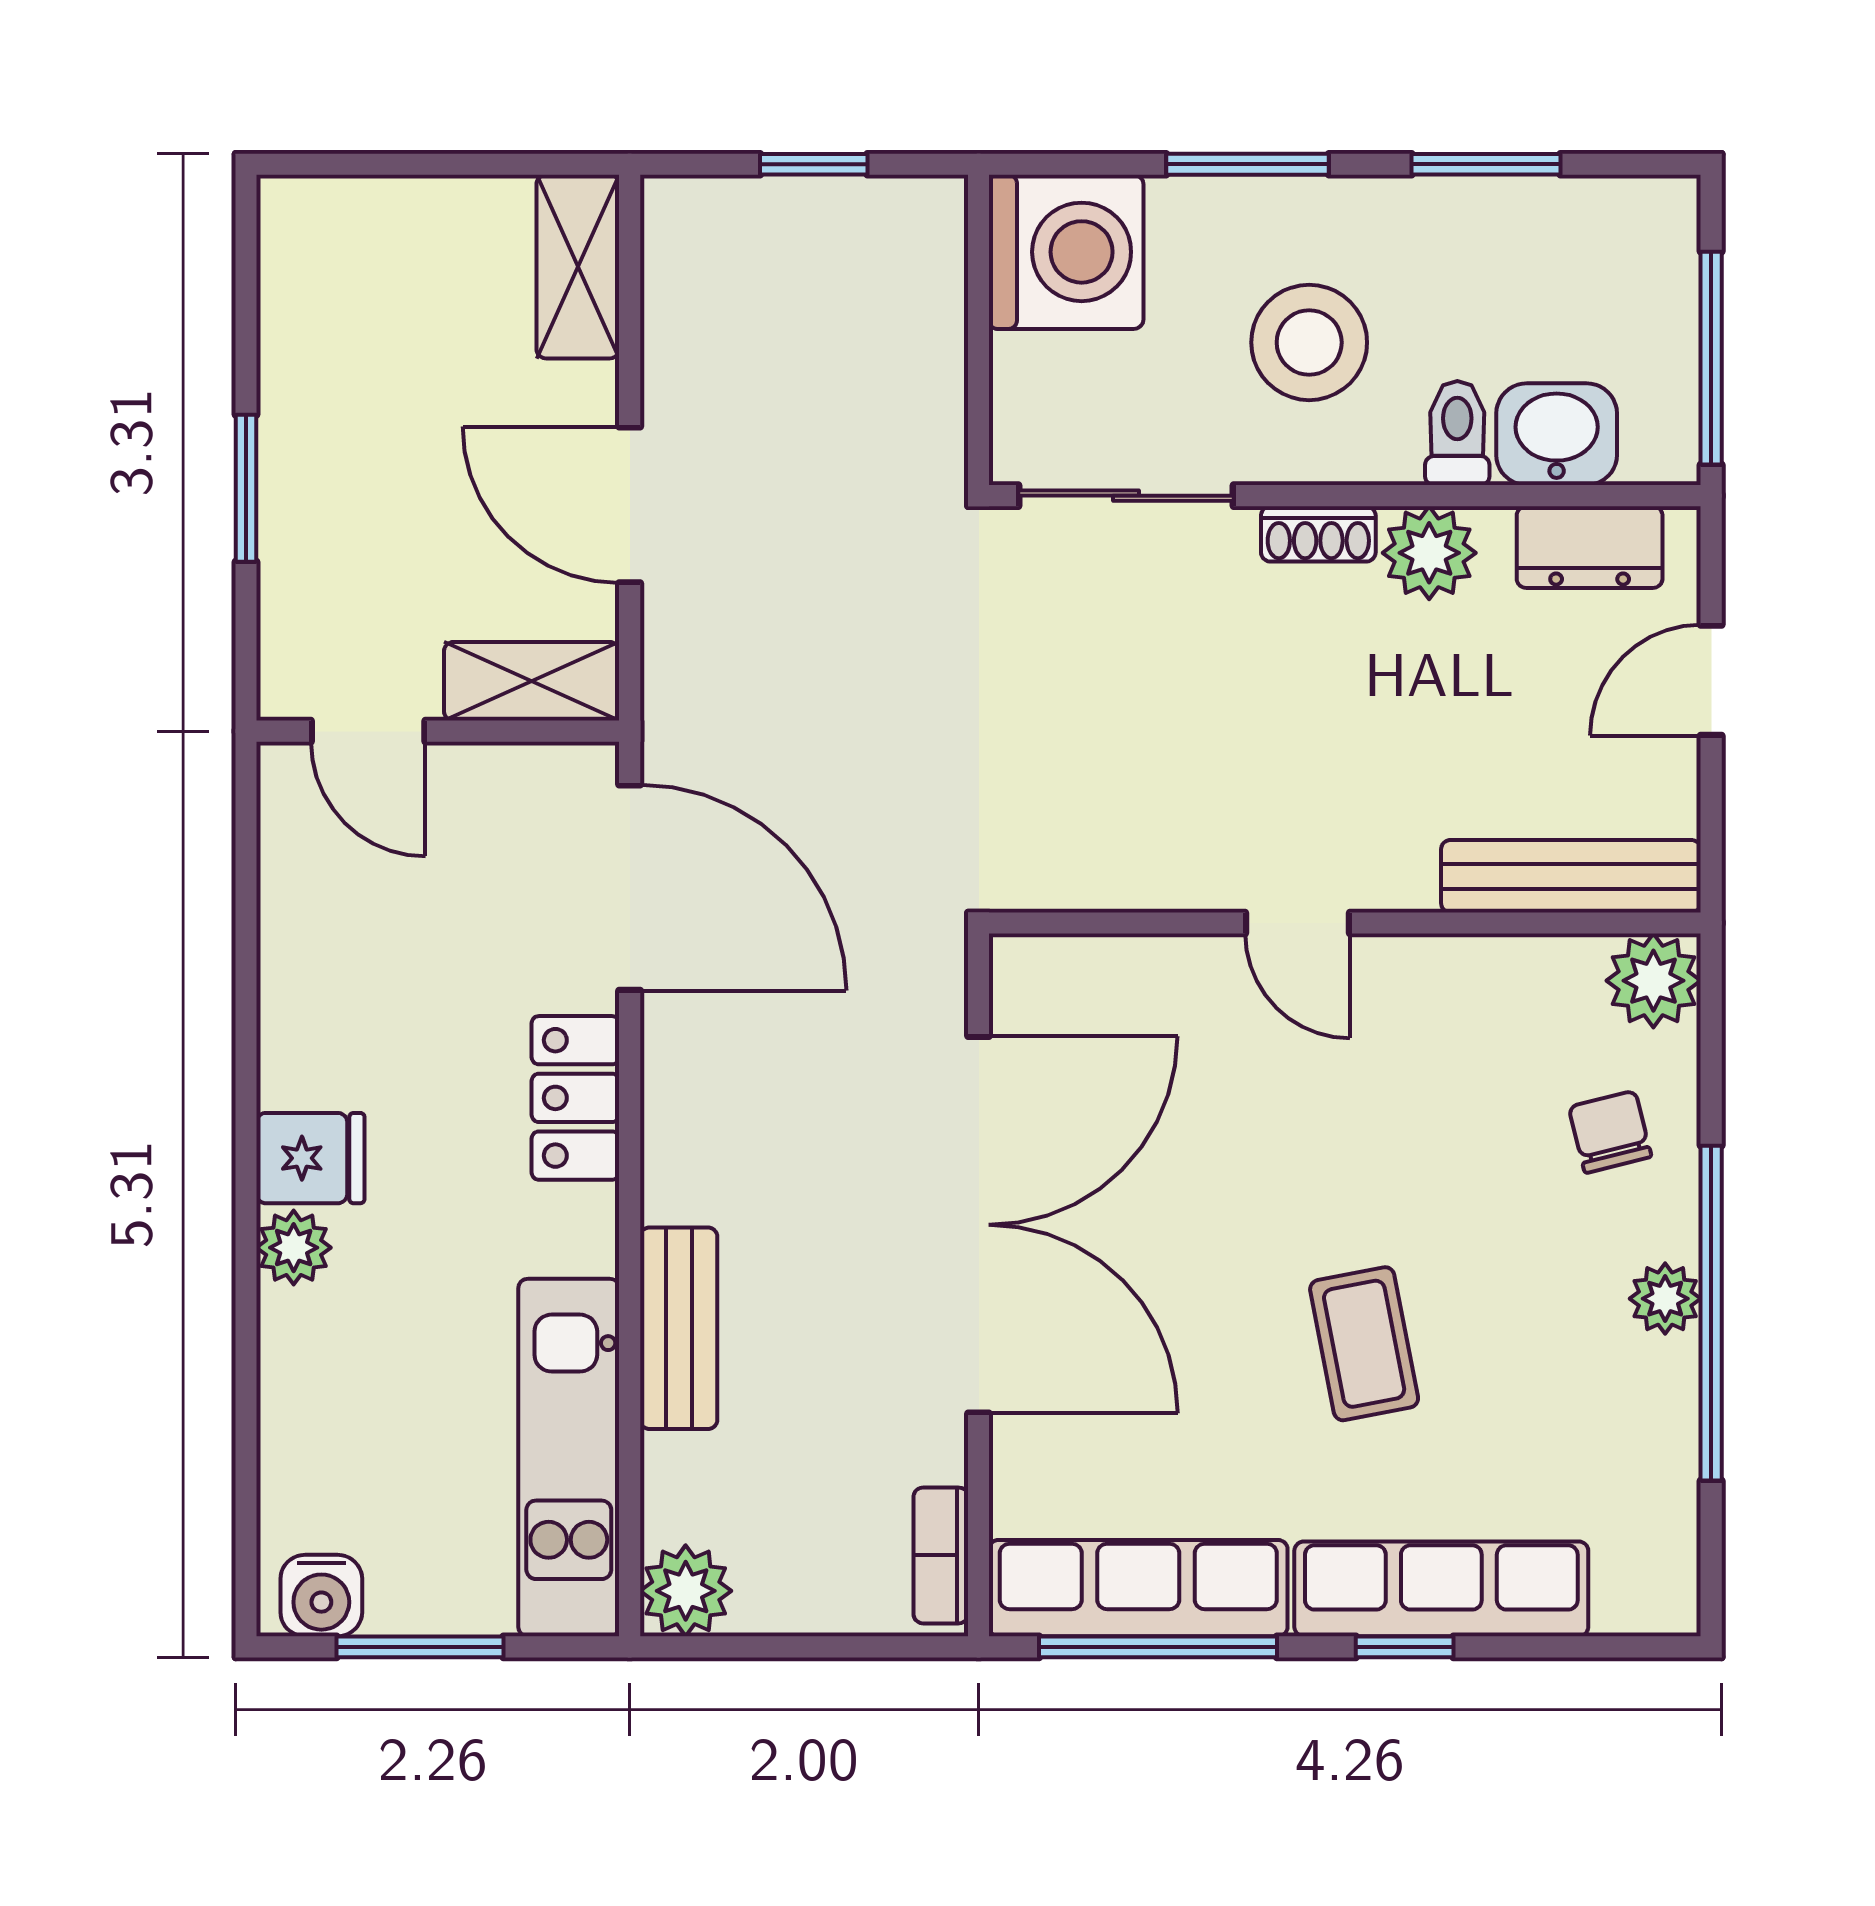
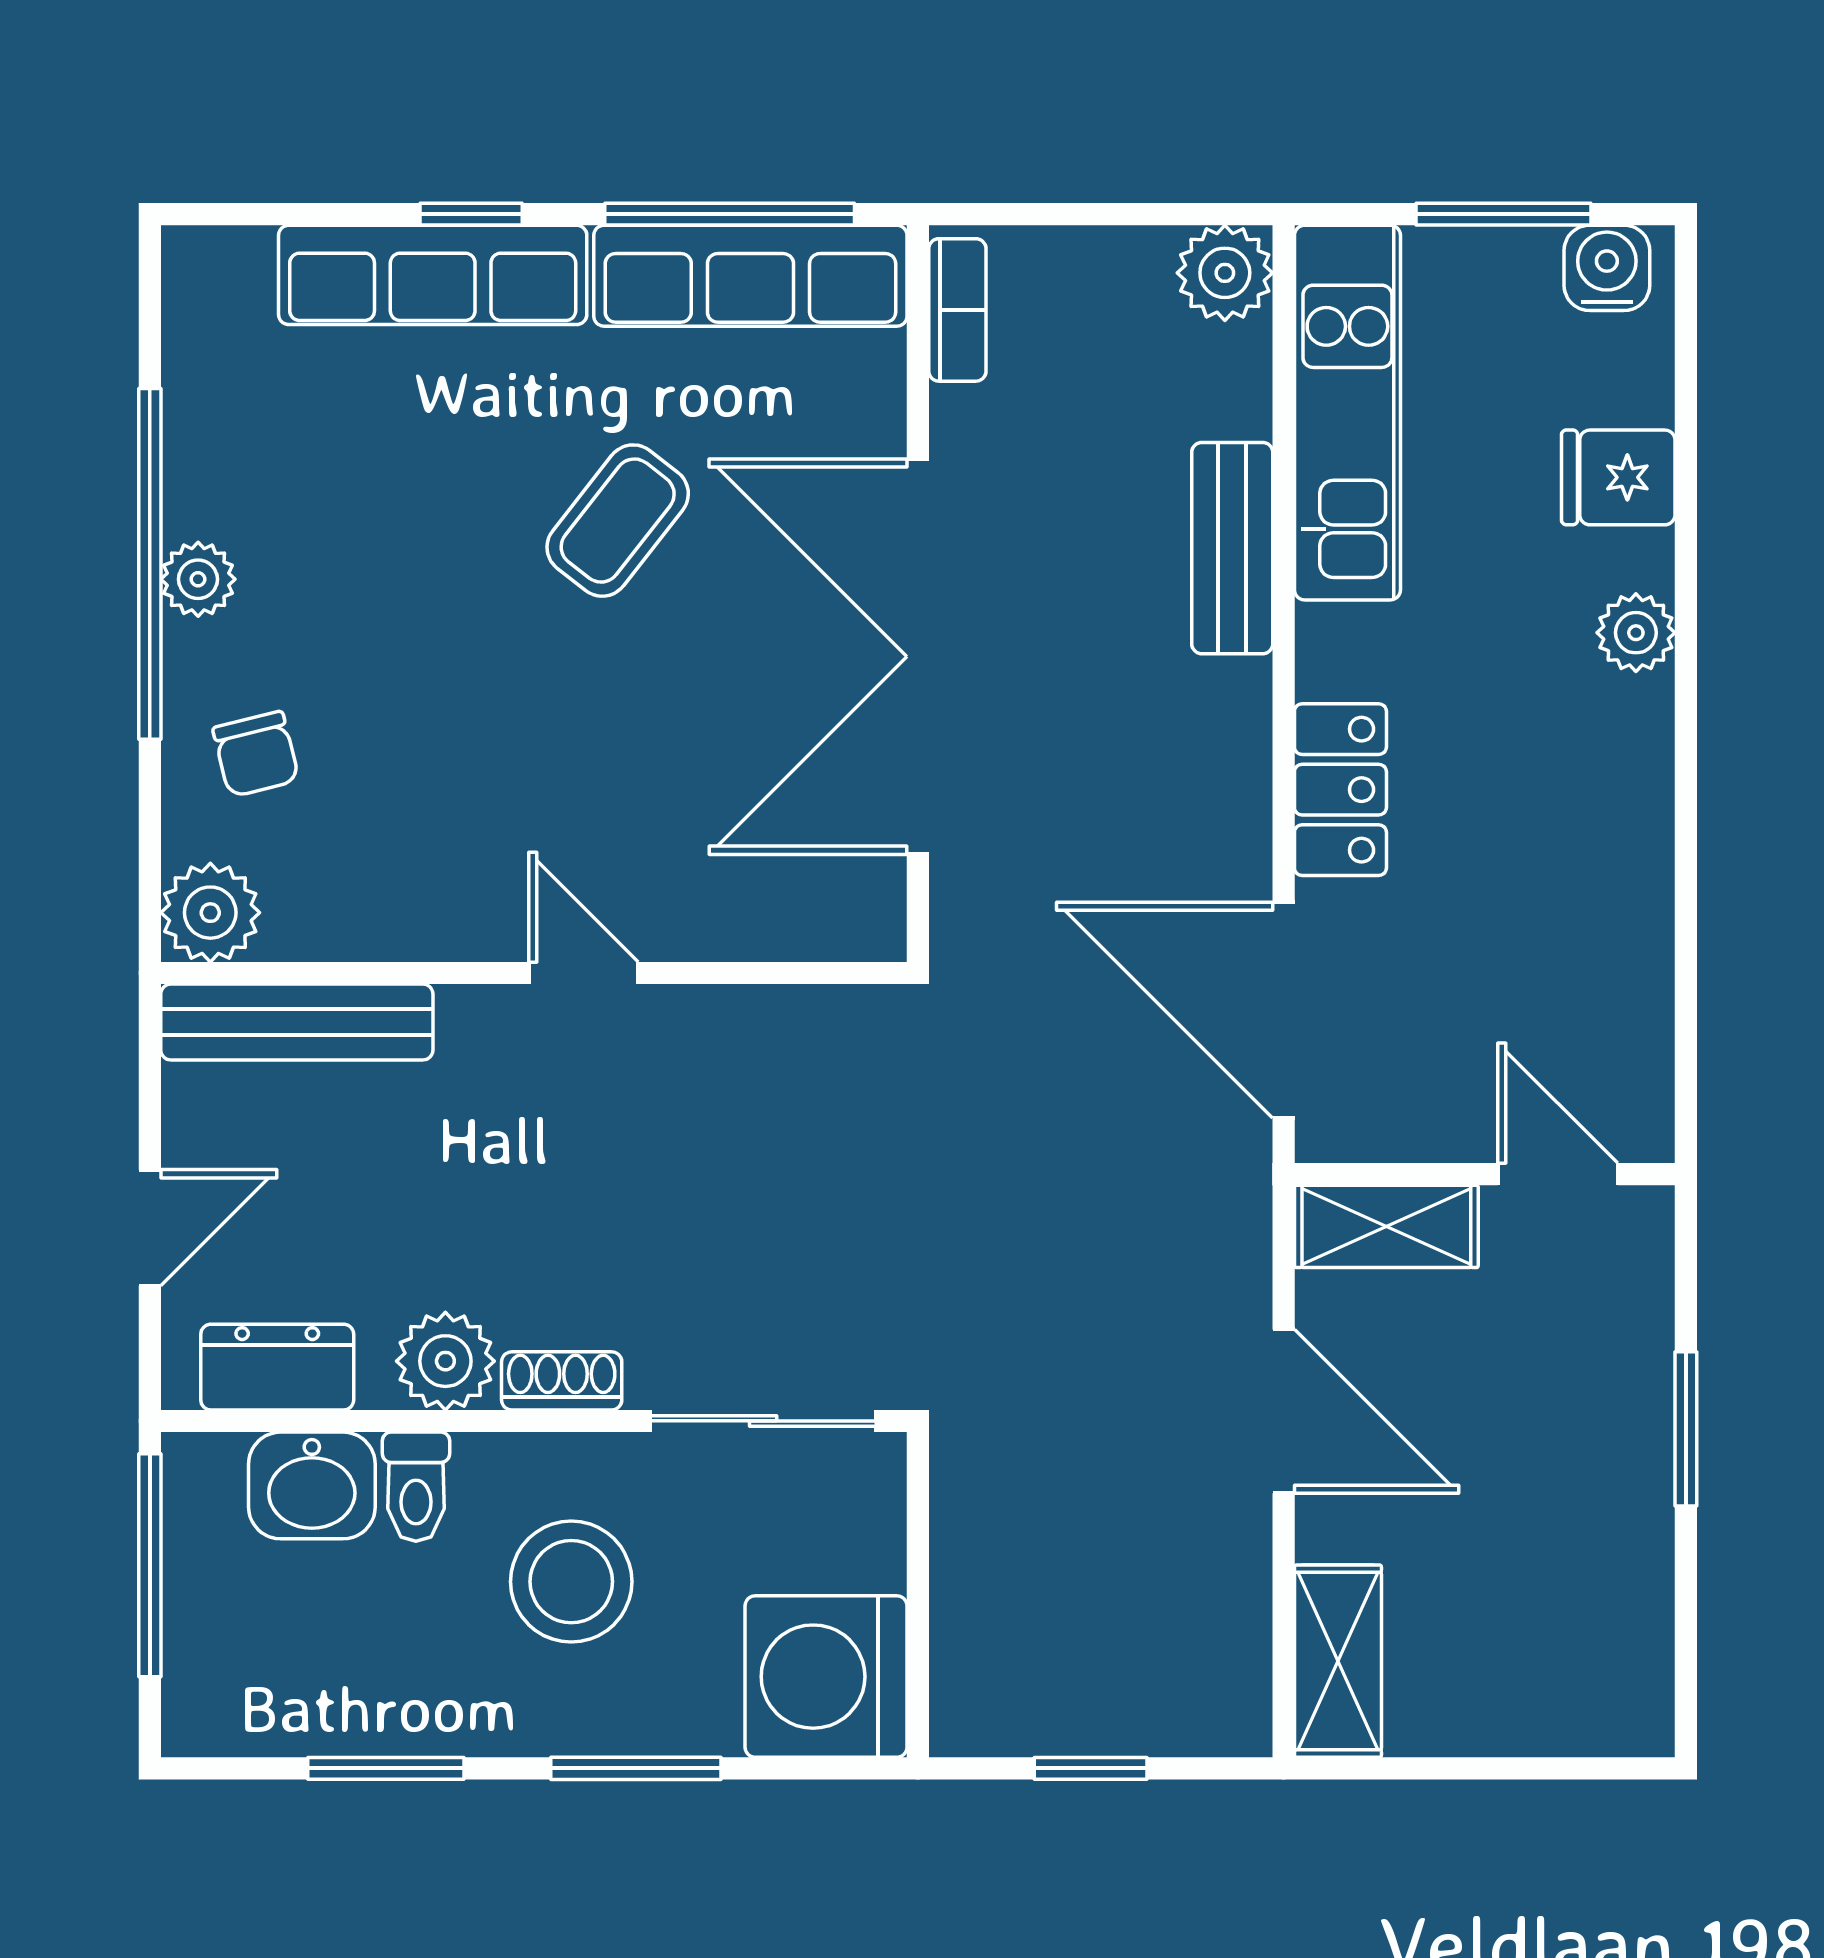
fridge: (310, 1158) -> (1618, 477), moved
coffee table: (1364, 1344) -> (618, 521), moved, turned 49

